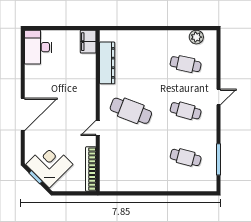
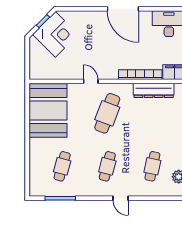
door: (23, 114) -> (123, 9), moved
bookcase: (91, 169) -> (140, 75), moved
booth: (128, 172) -> (48, 110), added

